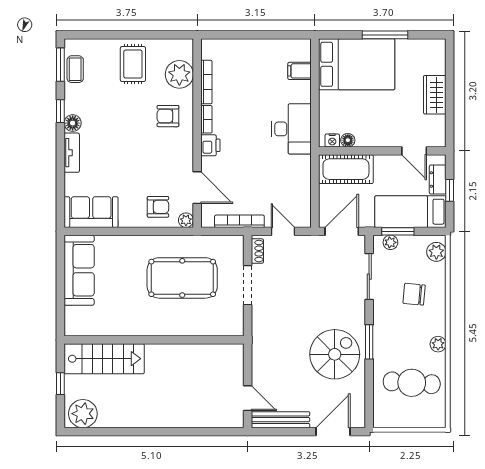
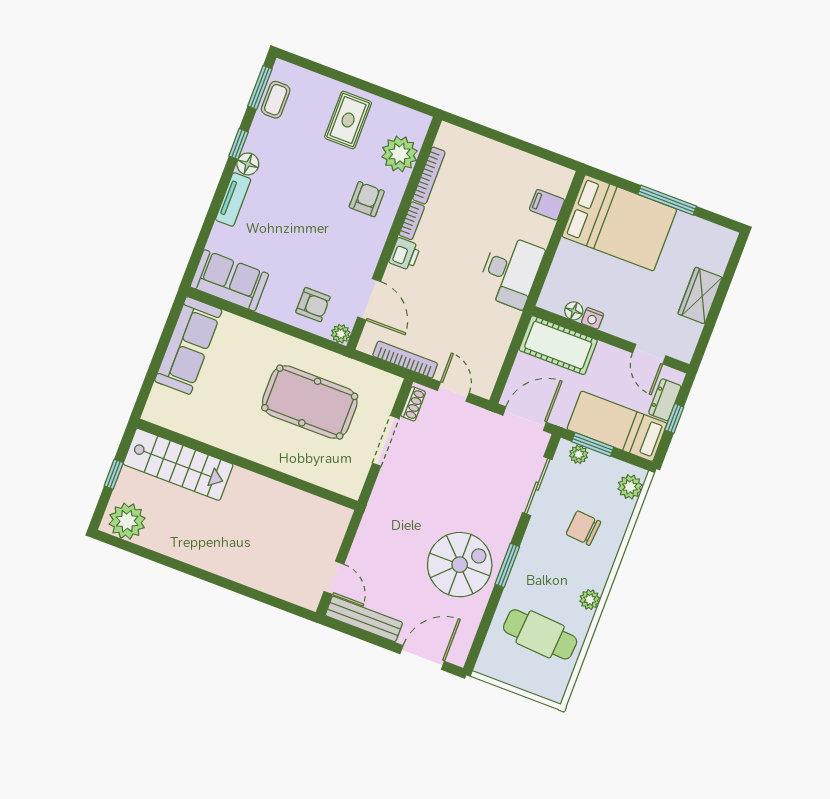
armchair: (168, 116) -> (367, 199), turned 90
nightstand: (332, 140) -> (592, 318), moved

